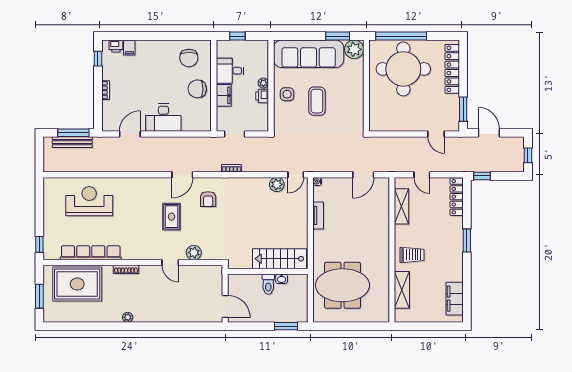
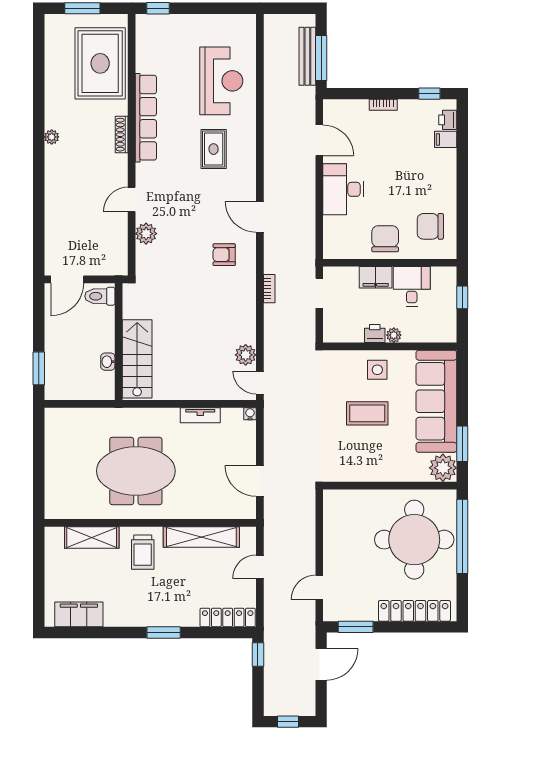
shelving: (402, 206) -> (201, 537), width x1.47
rug: (171, 217) -> (214, 149), moved, turned 90
row of seats: (91, 253) -> (146, 118), moved
toilet: (268, 284) -> (100, 296), moved
meeting table: (342, 285) -> (136, 471), moved, turned 90

